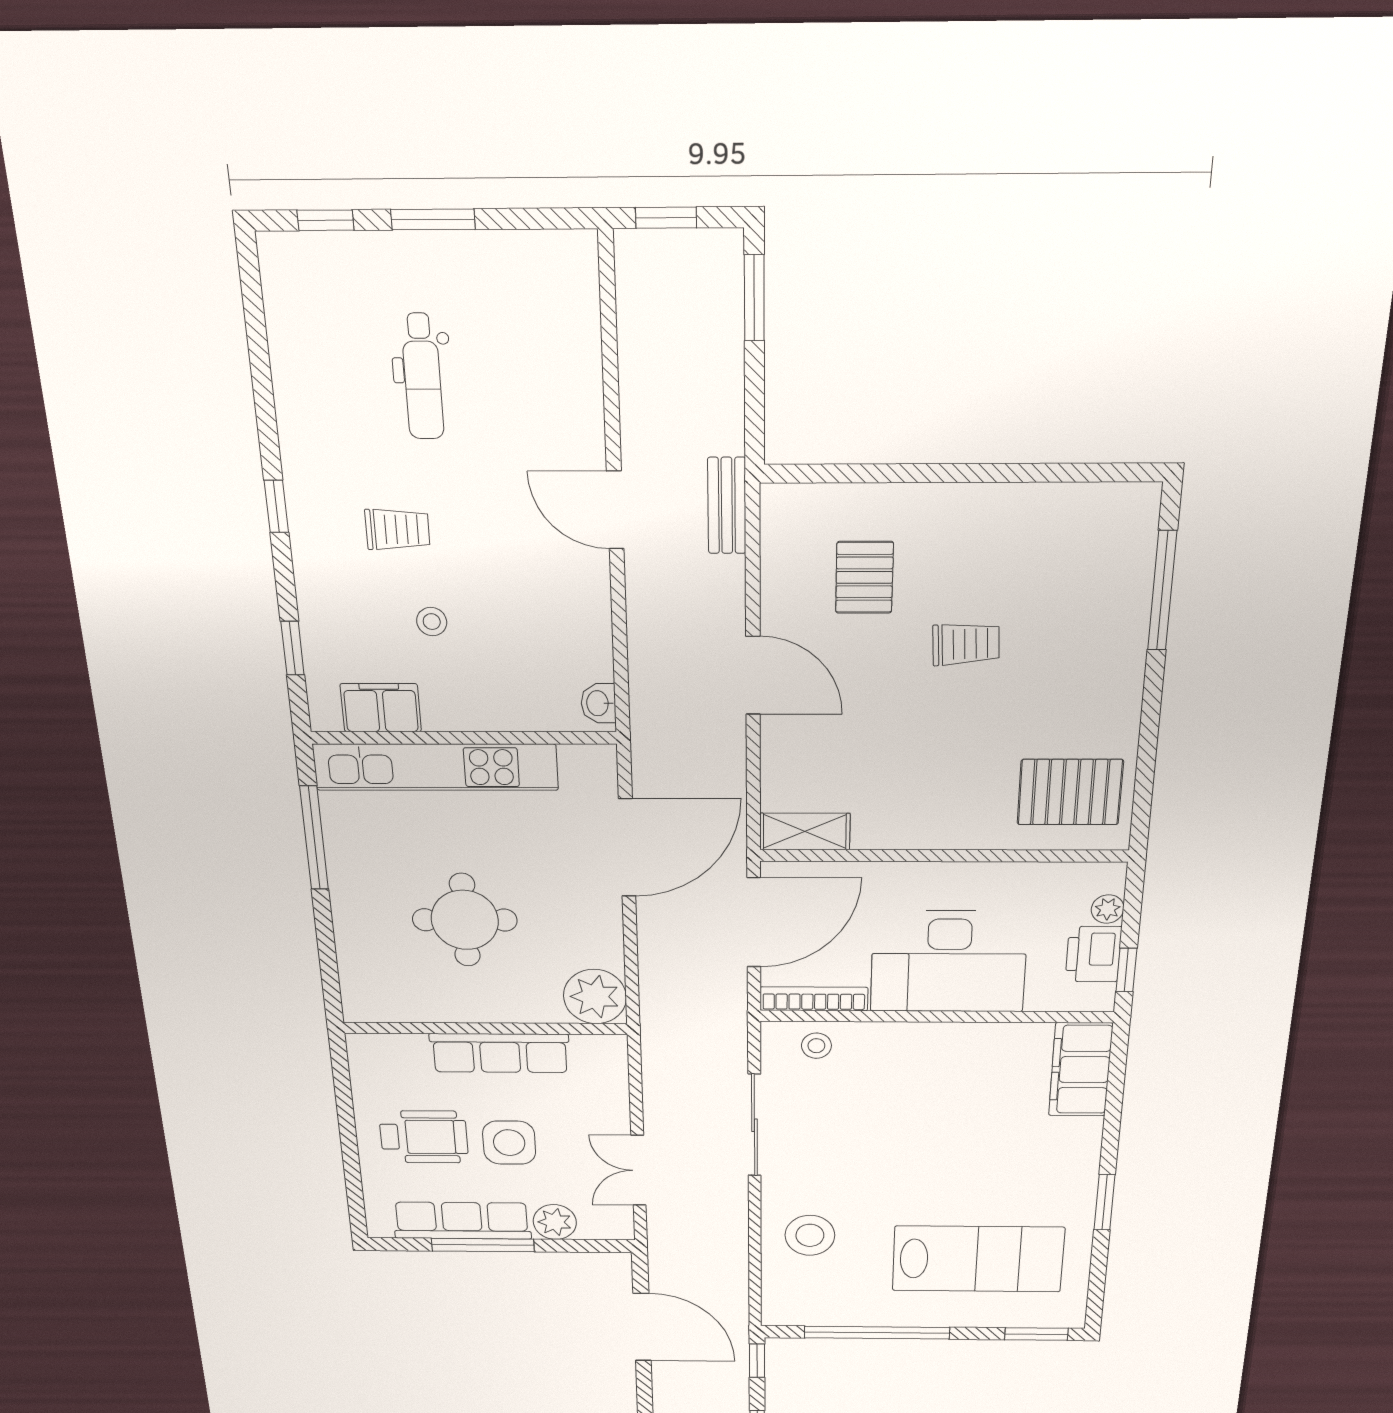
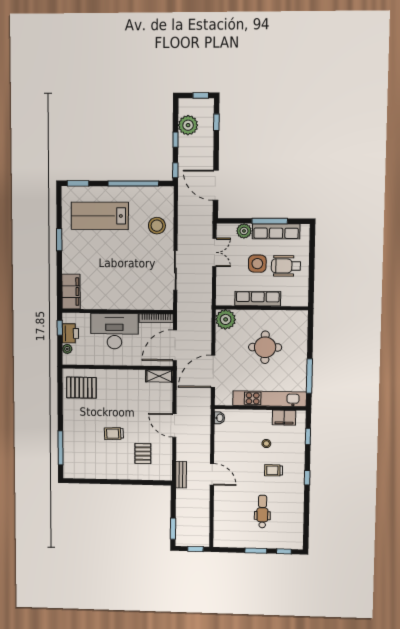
stool: (816, 1046) -> (155, 301), removed

